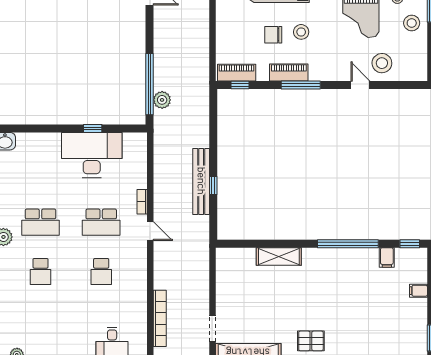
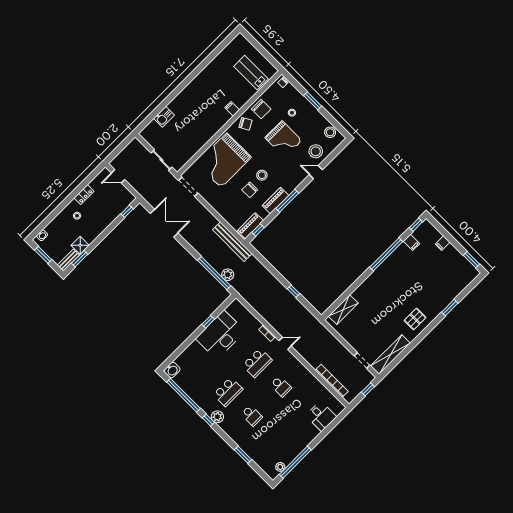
stool: (412, 23) -> (330, 132), moved
bench: (201, 181) -> (232, 242), moved
shelving: (279, 257) -> (343, 310), moved

